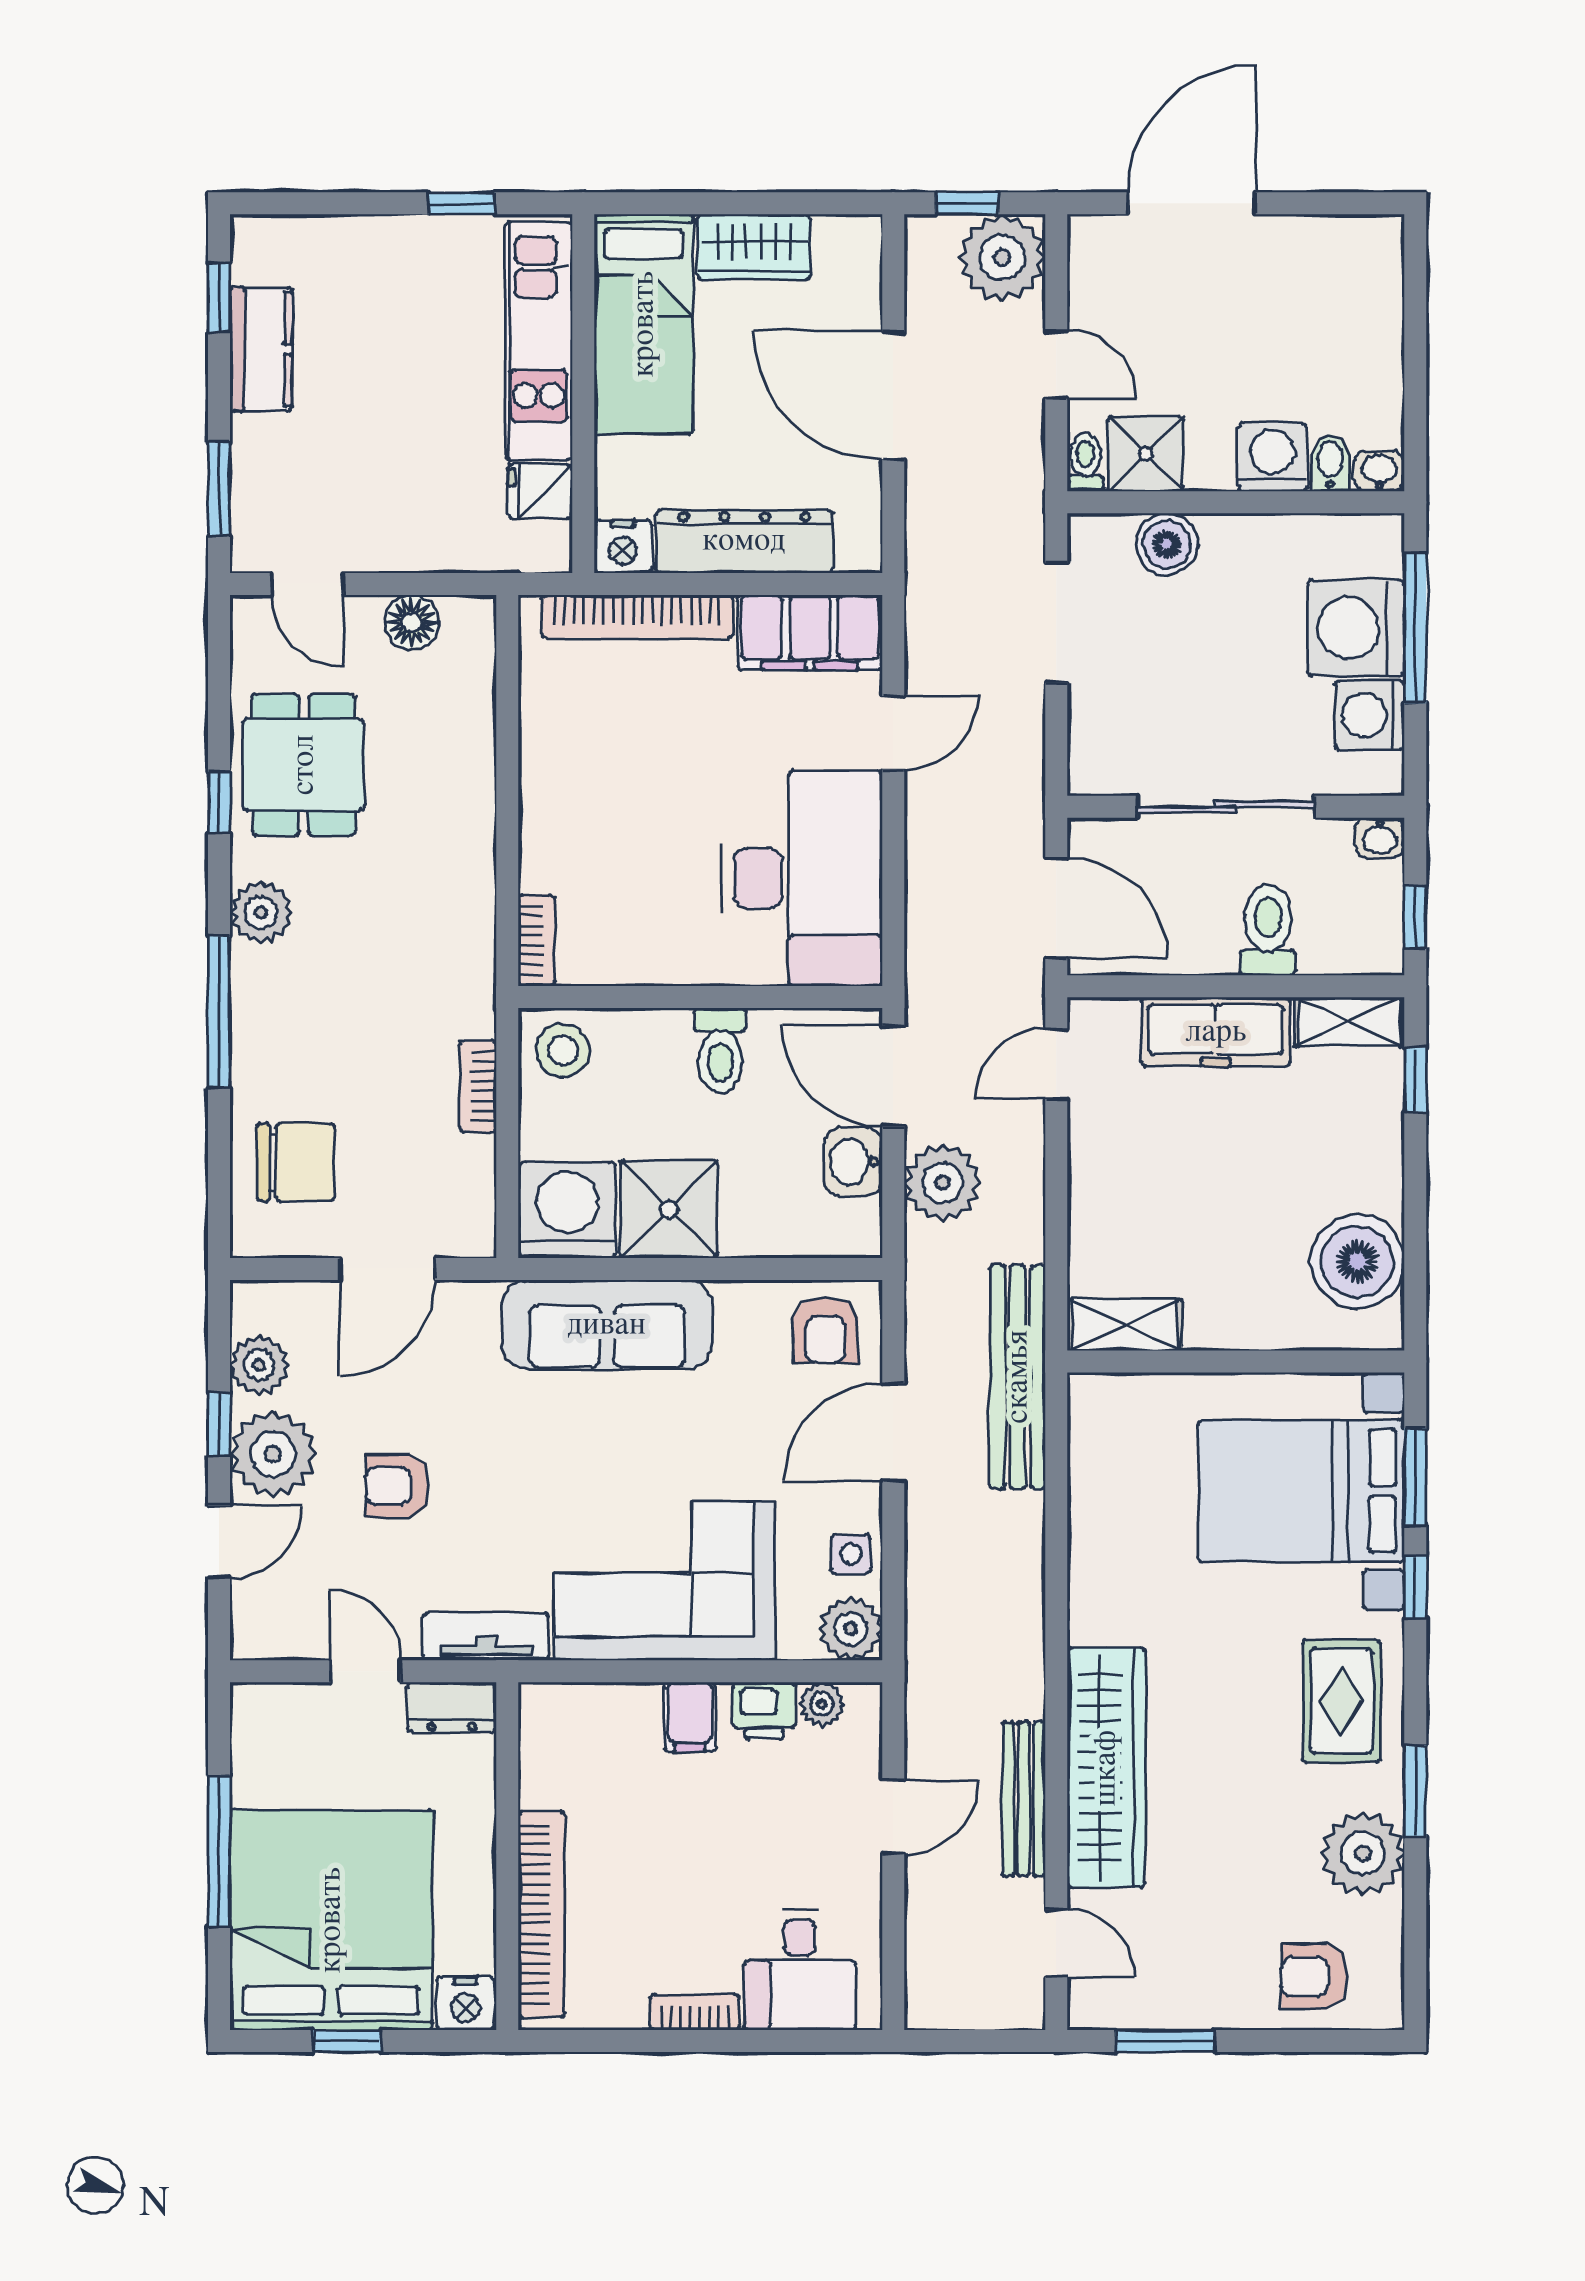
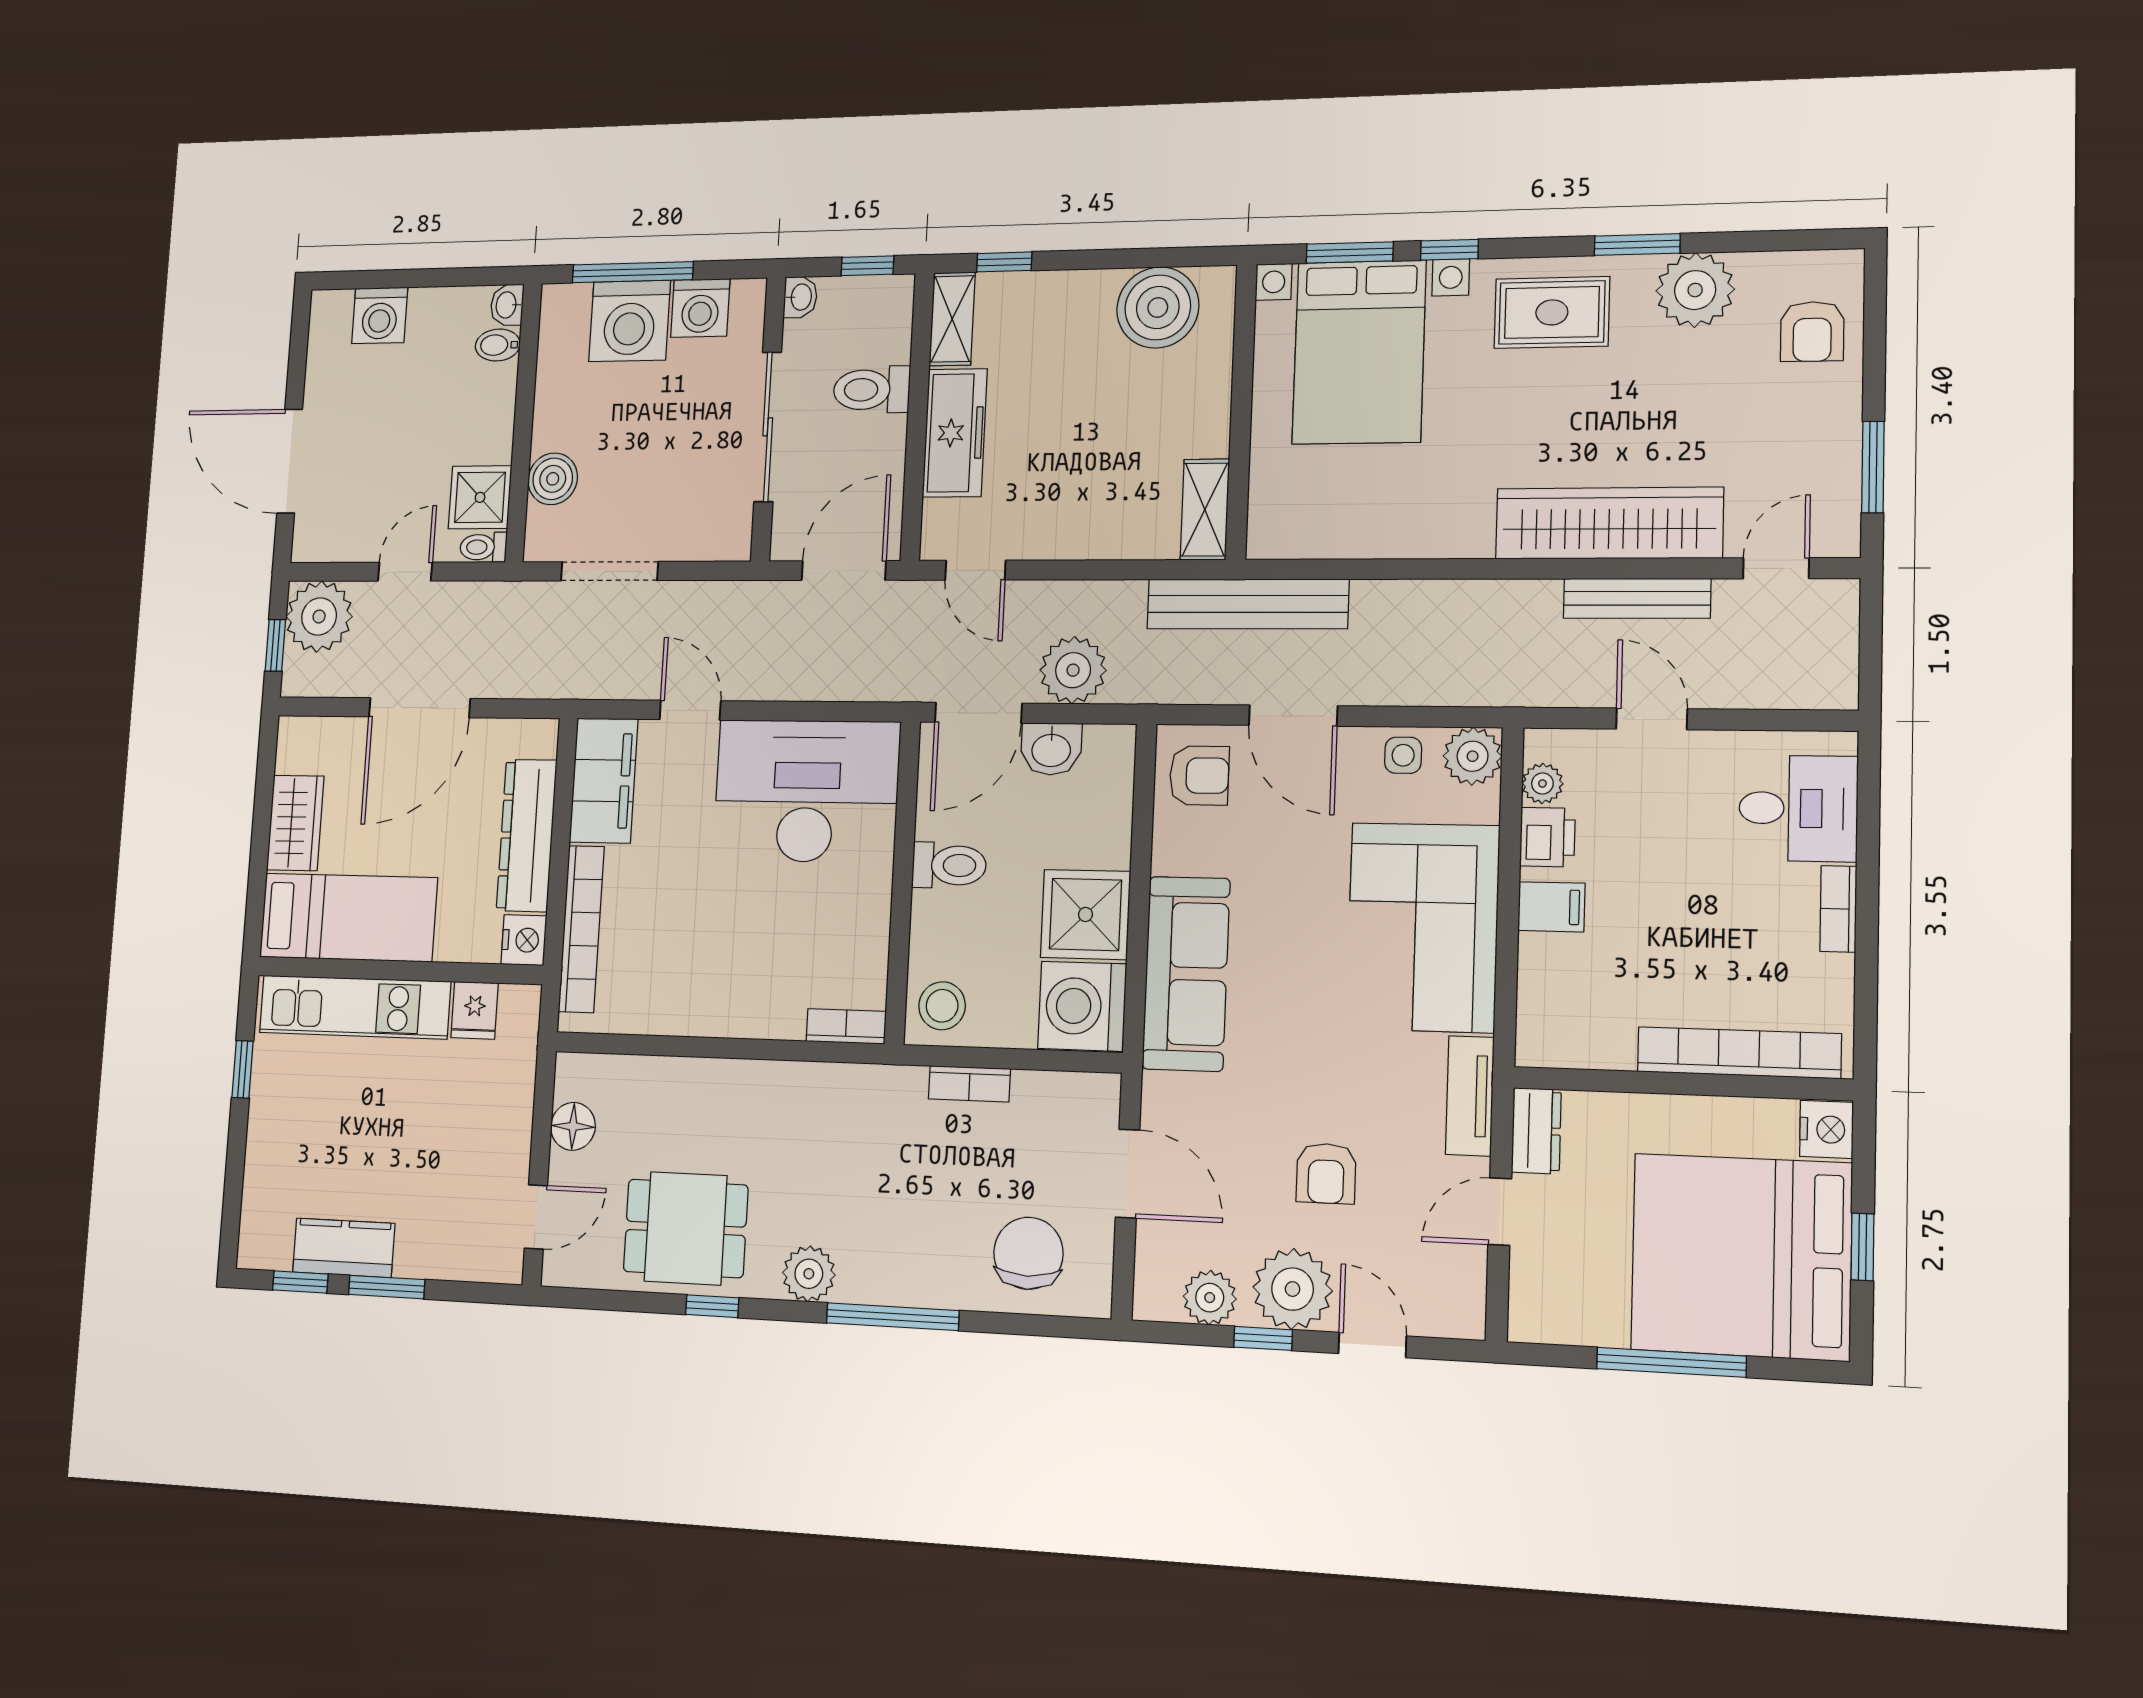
washing machine: (1272, 457) -> (380, 315), moved, turned -90
window: (219, 489) -> (387, 1287), moved

